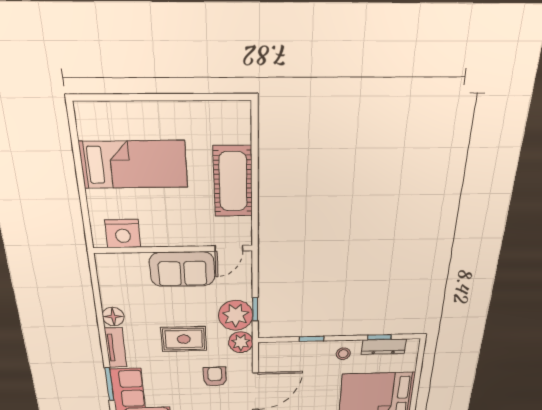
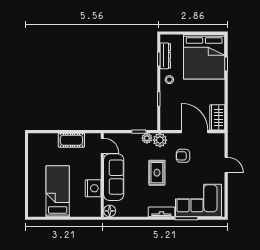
cot: (233, 182) -> (71, 140), width x0.73, depth x0.75
nightstand: (123, 234) -> (93, 188), moved
sofa: (182, 269) -> (114, 177), width x1.36
plant: (236, 315) -> (147, 138), width x0.53, depth x0.53
floor lamp: (113, 317) -> (110, 211), moved

